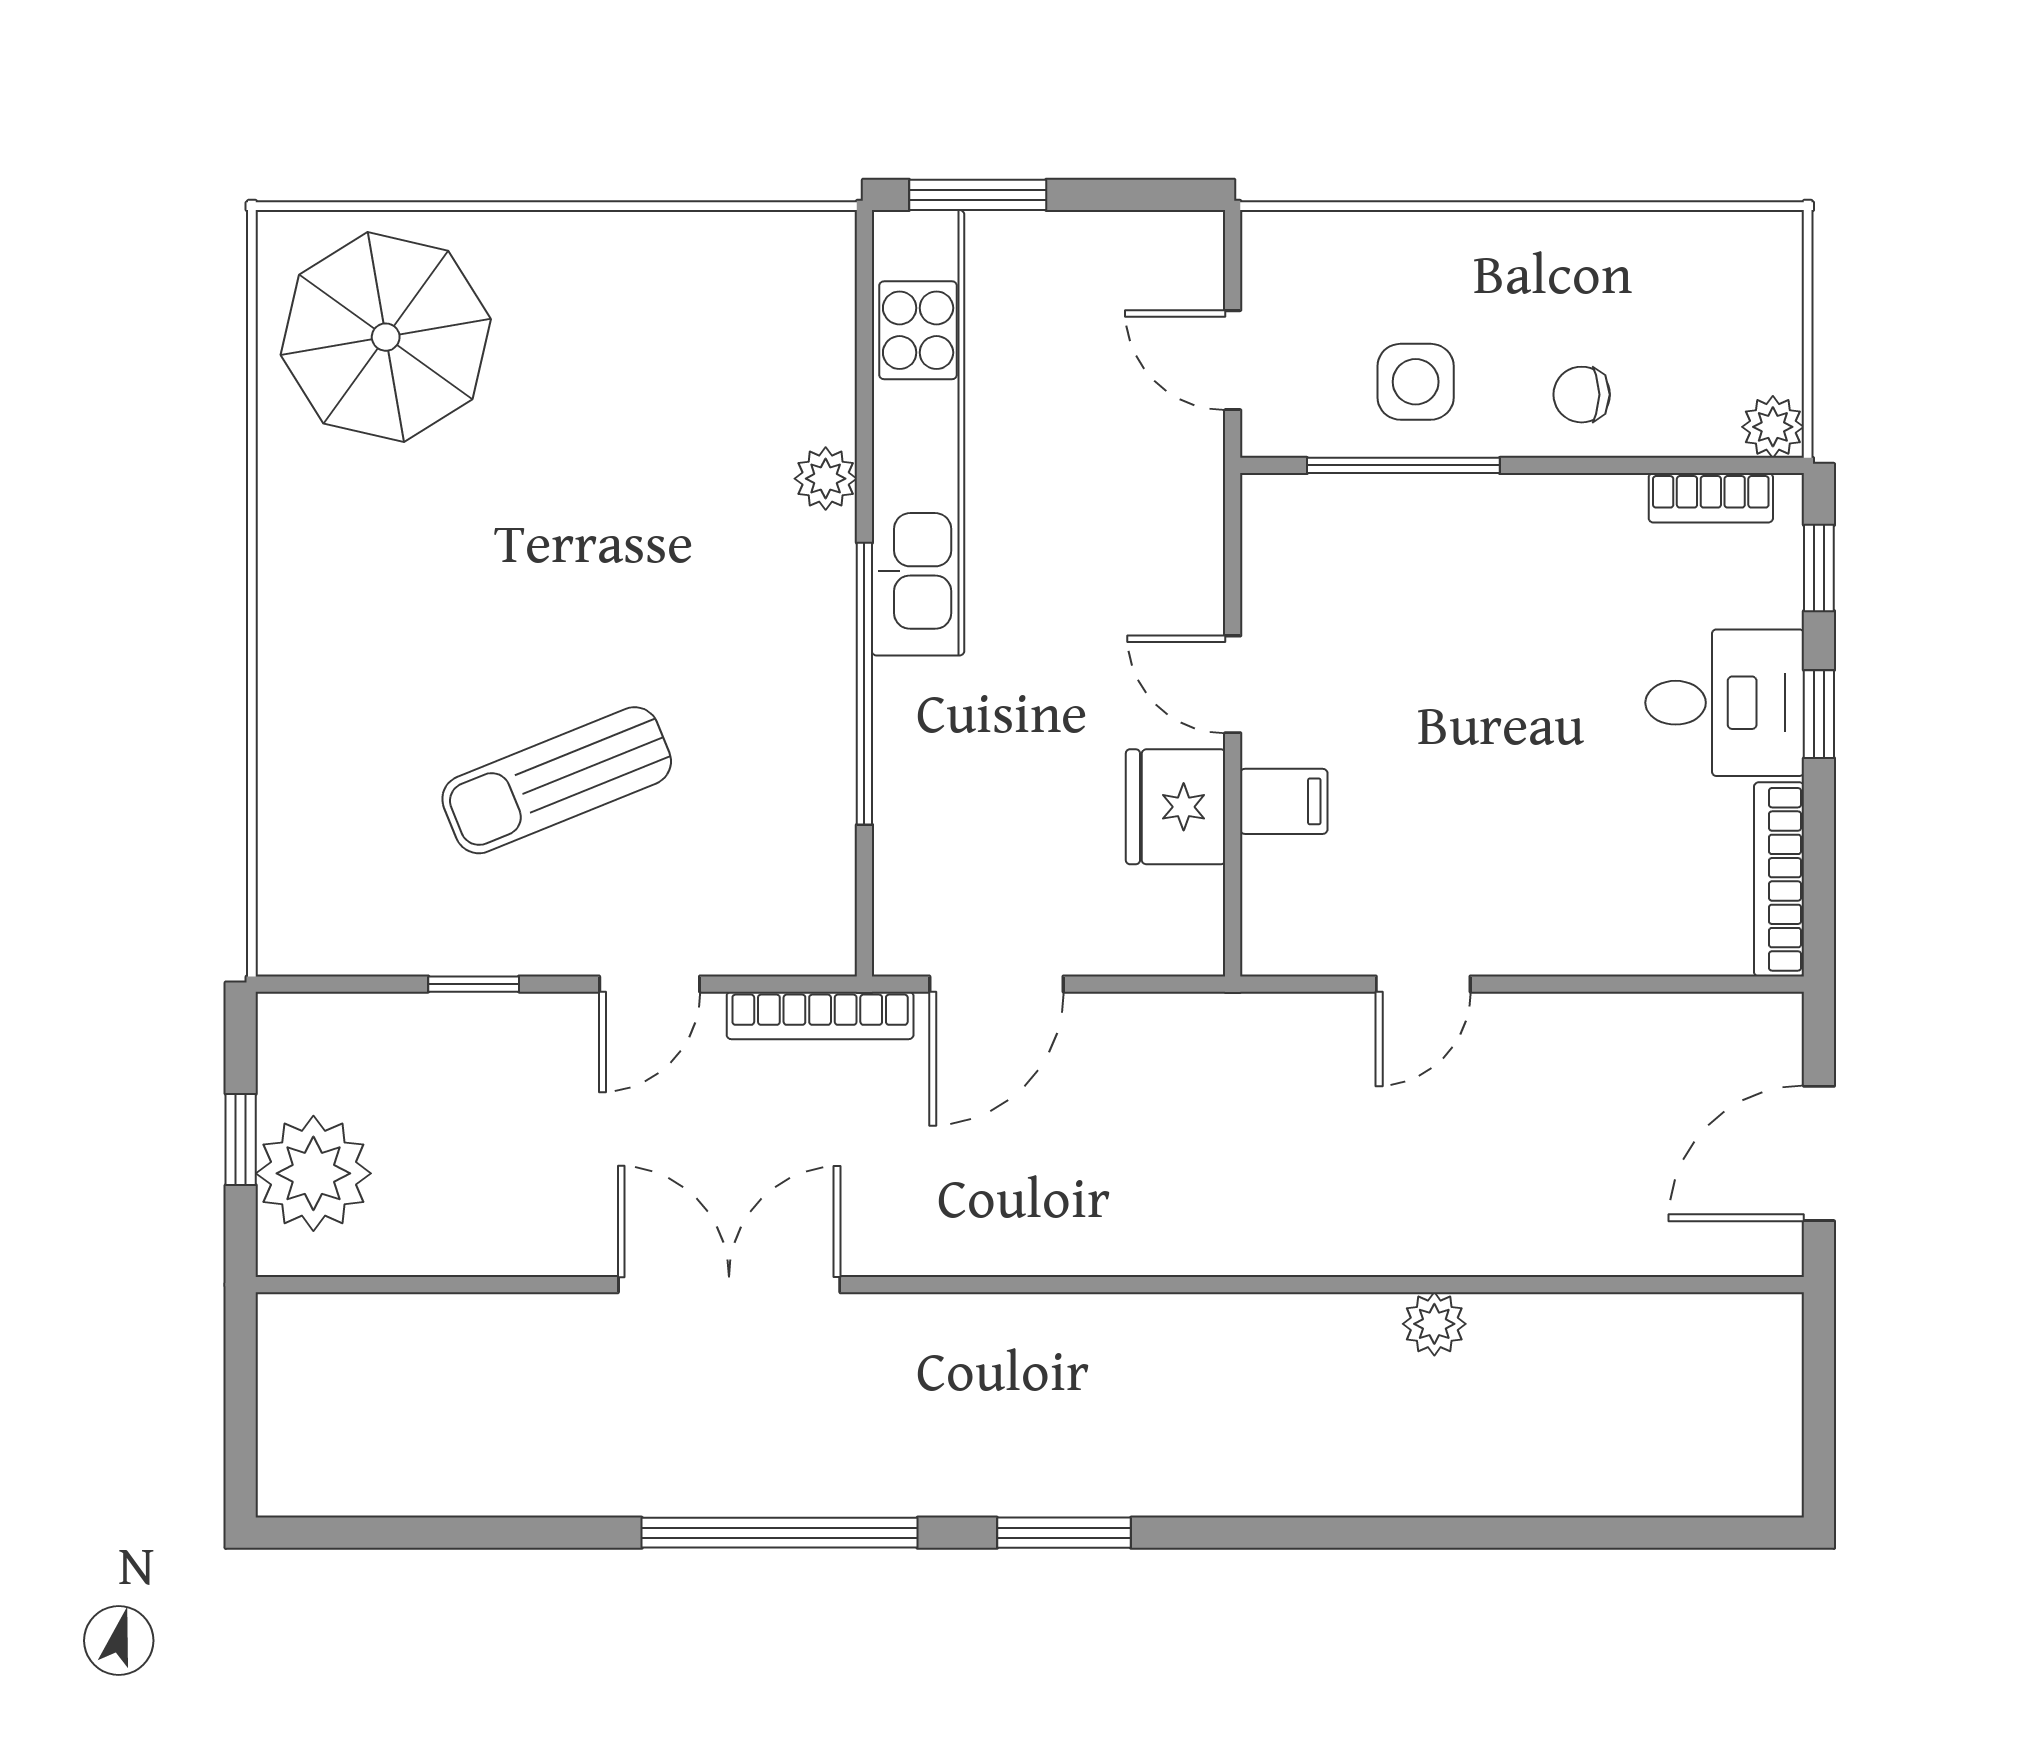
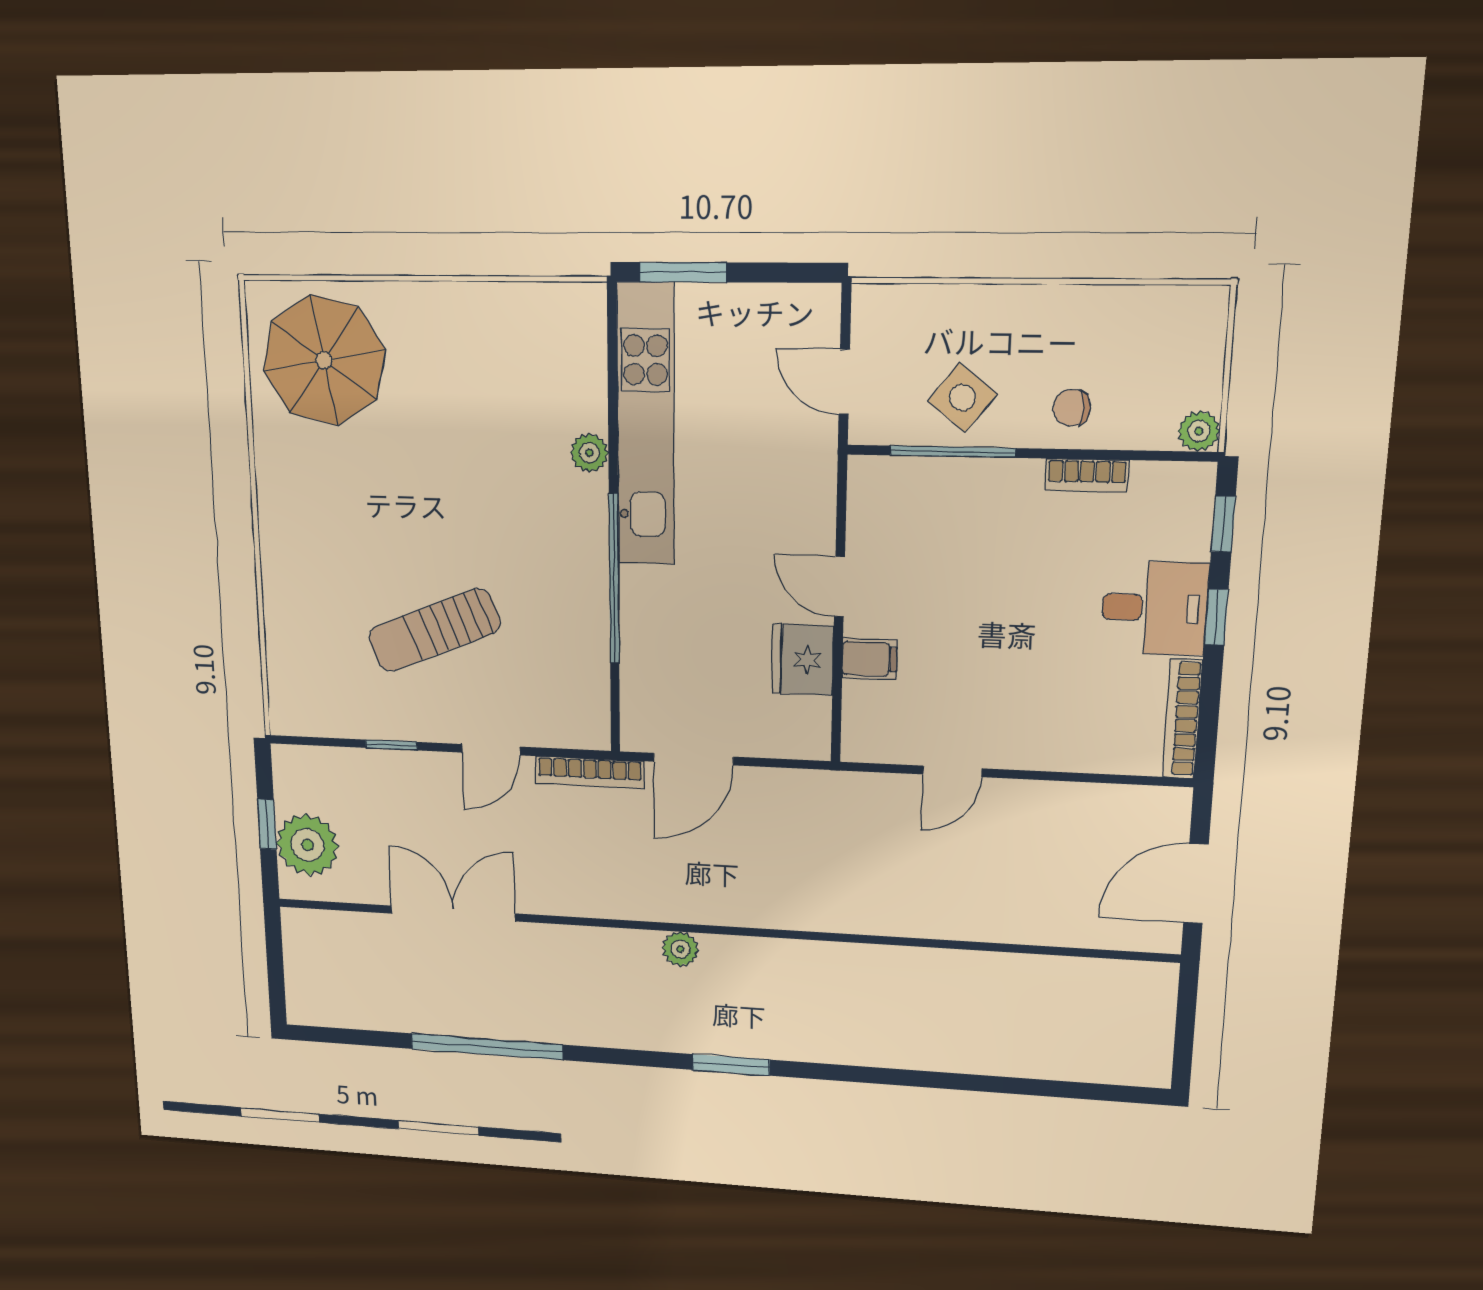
side table: (1416, 382) -> (962, 398), turned 38
bookcase: (1711, 498) -> (1087, 475), moved
double door: (729, 1285) -> (453, 914), moved
plant: (1434, 1324) -> (680, 949), moved
window: (780, 1533) -> (487, 1047), moved

